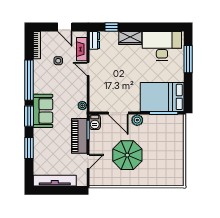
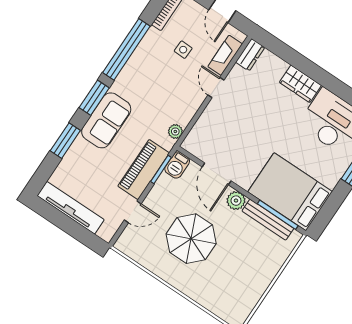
window: (111, 27) -> (285, 52), removed
sofa: (43, 111) -> (106, 120), moved
bench: (160, 119) -> (268, 220), added

